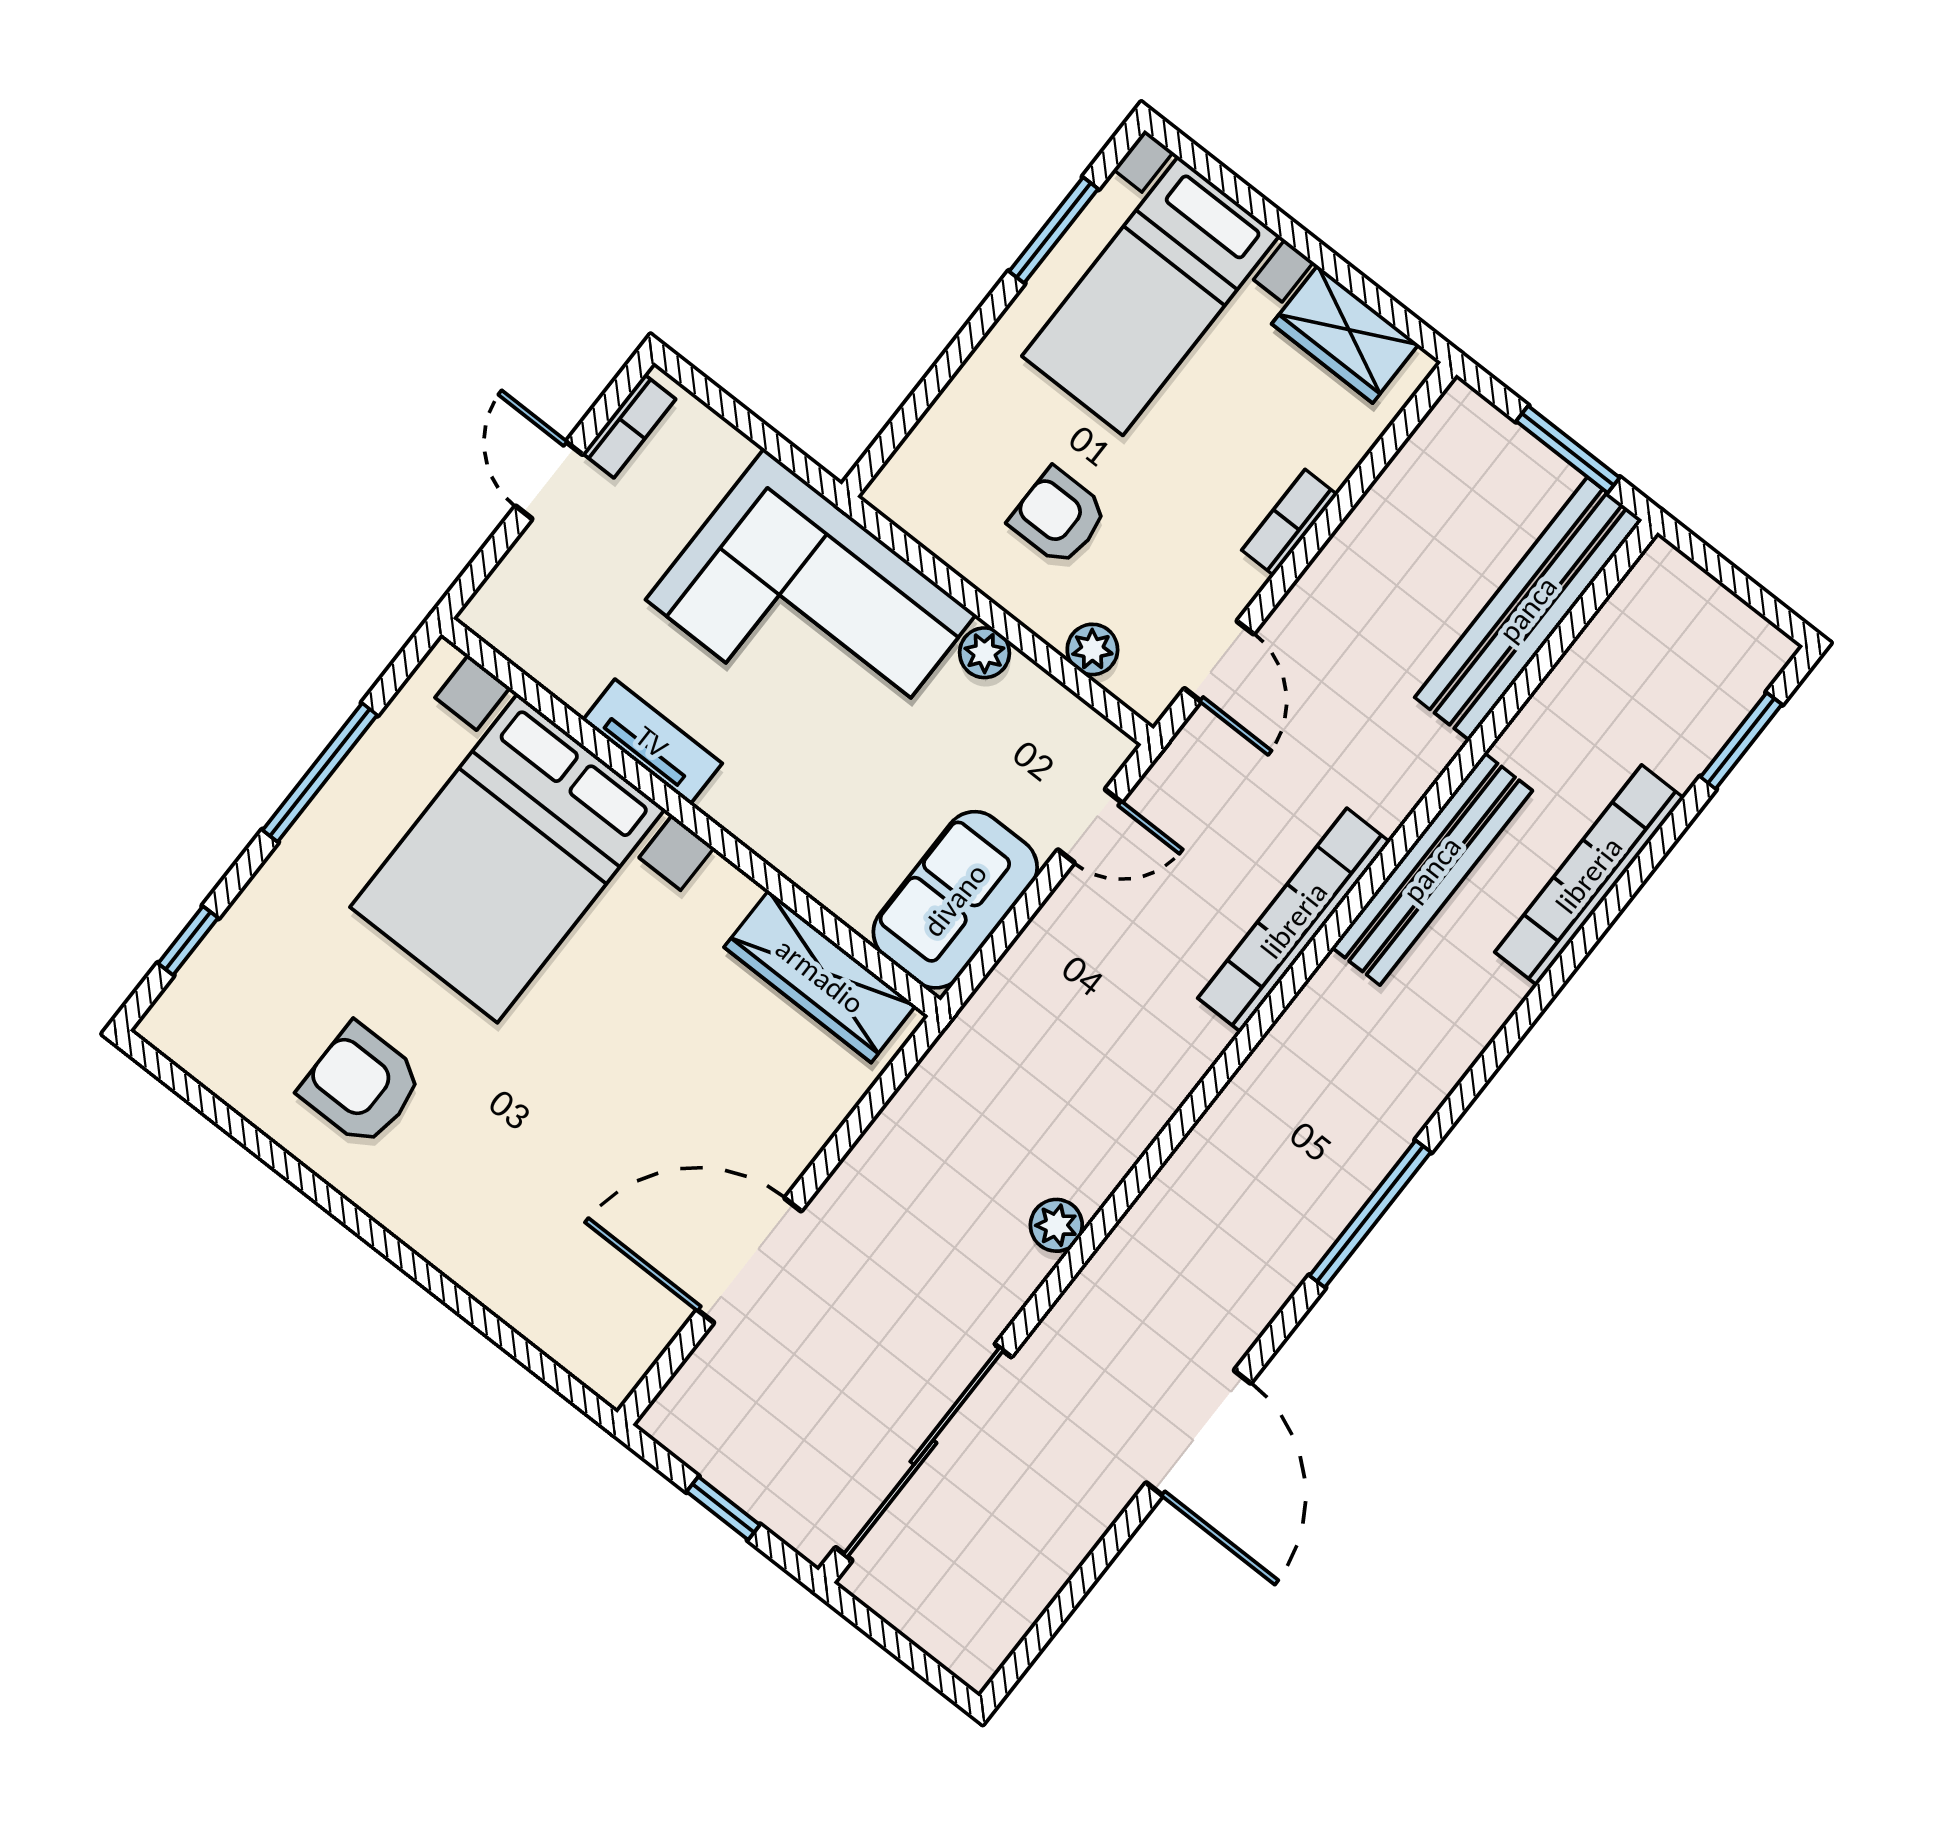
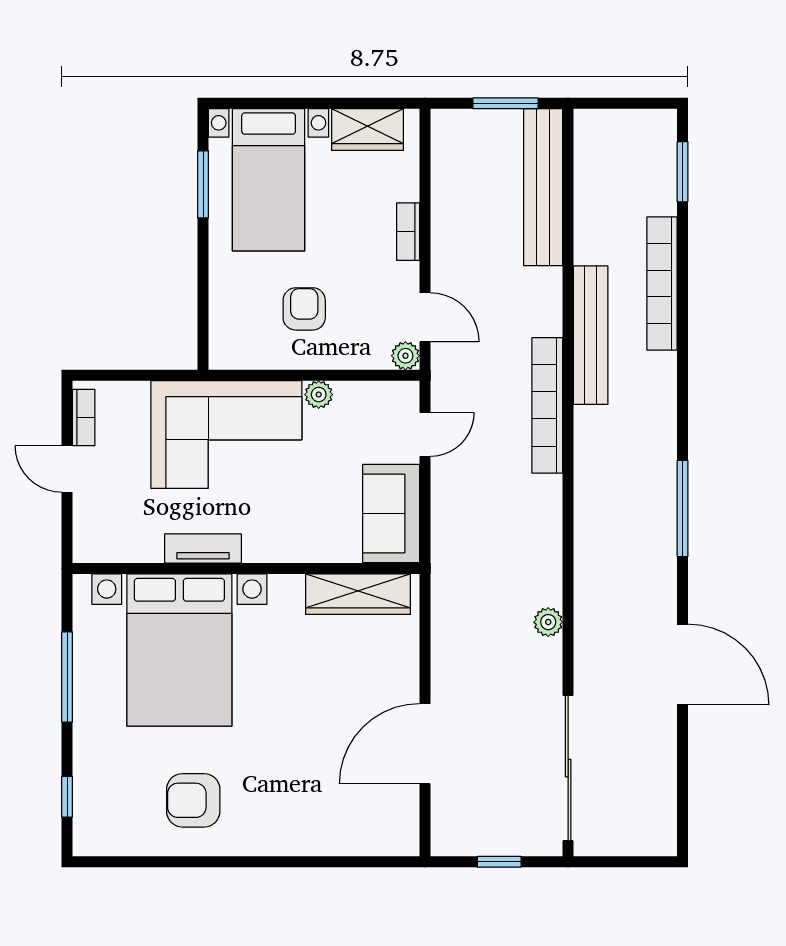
armchair: (1058, 517) -> (304, 309), turned 90
plant: (1092, 649) -> (405, 356), moved

